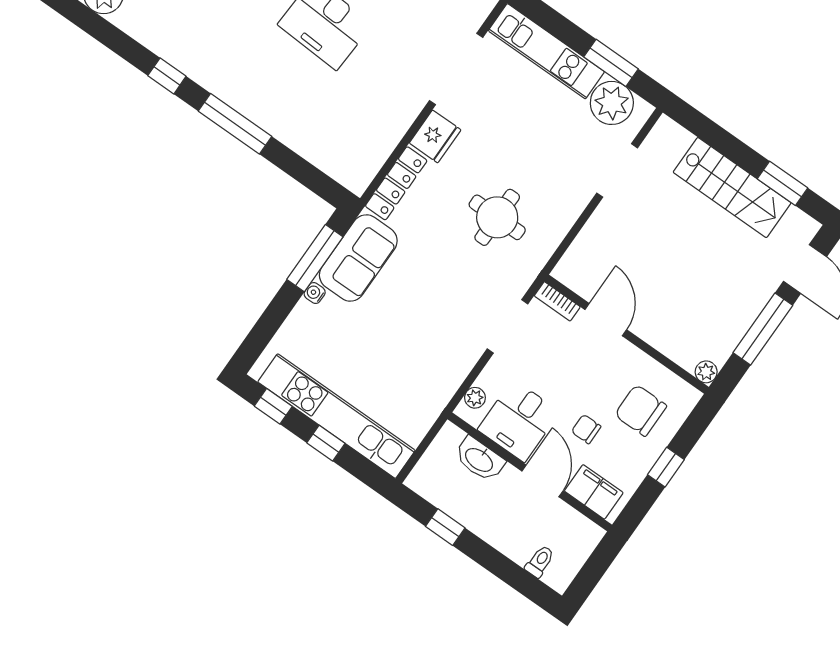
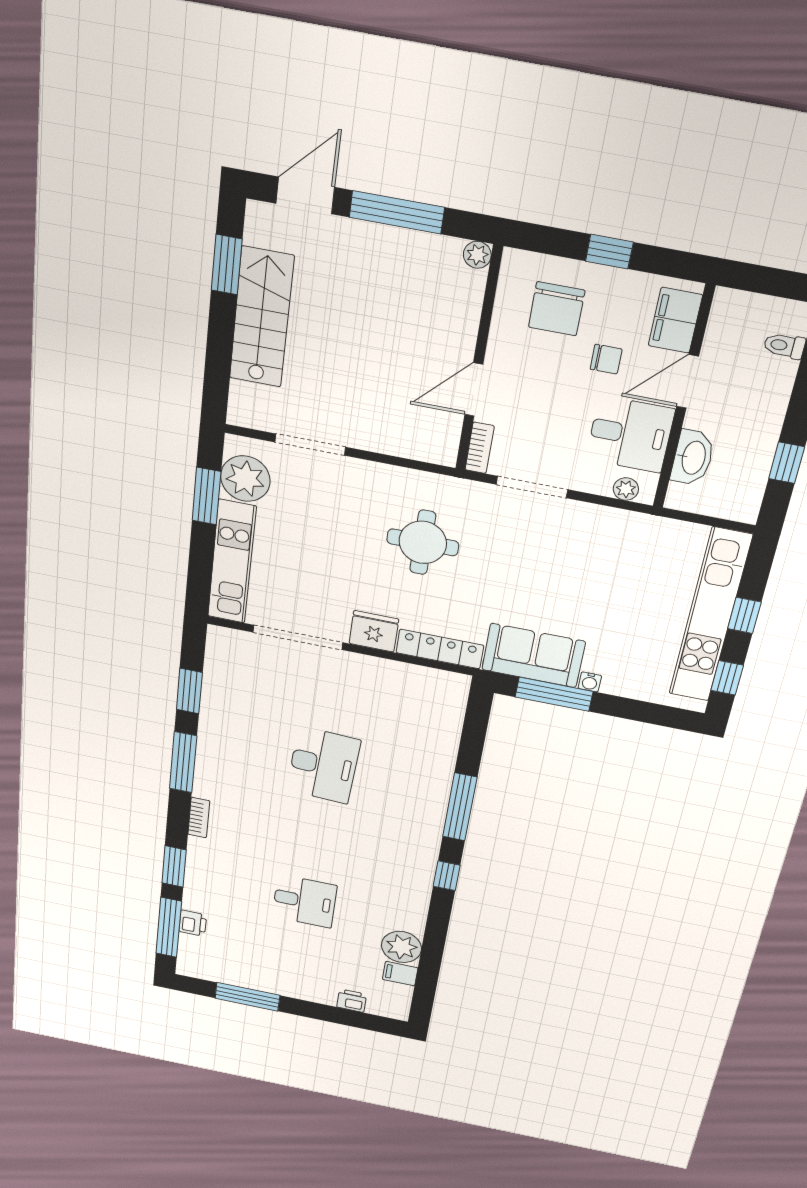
chair: (586, 429) -> (606, 359), turned -90

